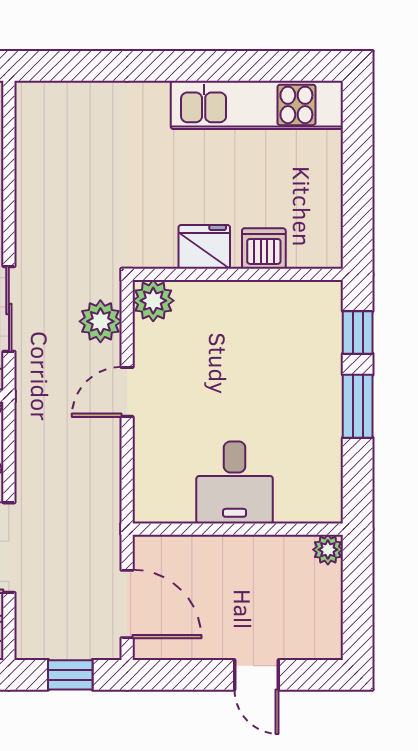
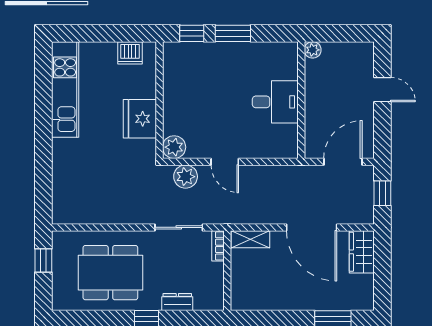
fridge: (204, 247) -> (140, 119), width x1.36, depth x1.34
dishwasher: (264, 249) -> (130, 53), moved, turned -90
door: (257, 675) -> (382, 90), hinge flipped

